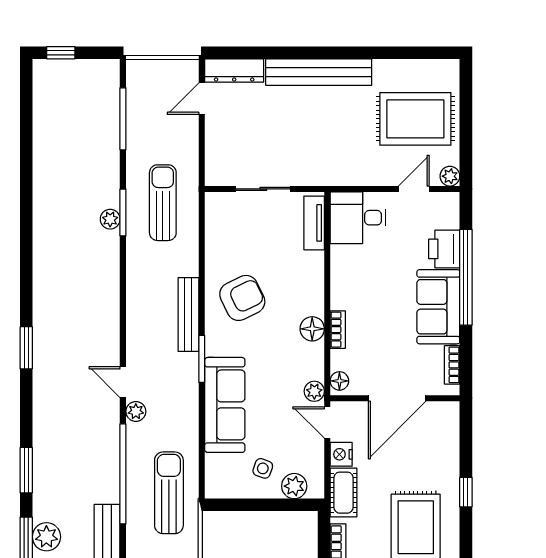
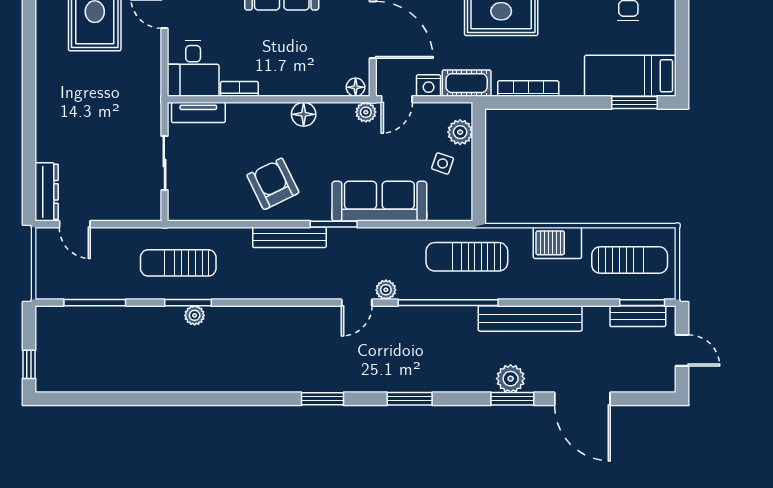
bench: (319, 72) -> (48, 108), removed
bookcase: (338, 330) -> (239, 89), moved
window: (26, 470) -> (410, 399), moved

